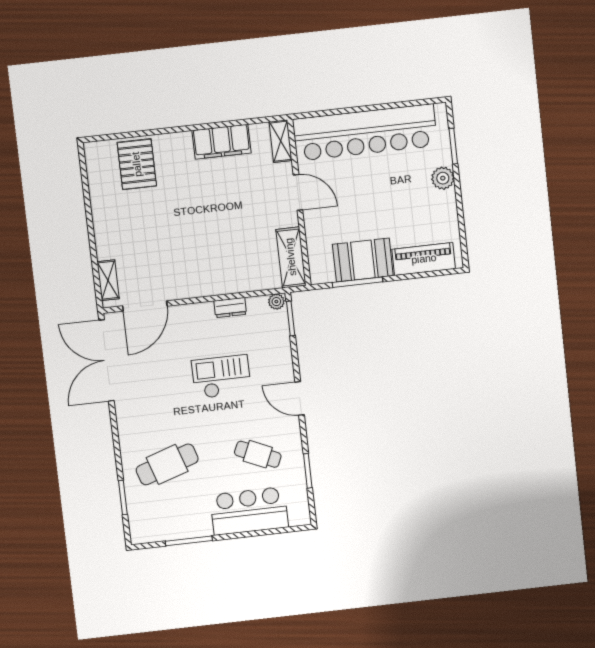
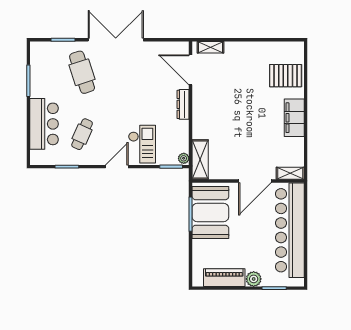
filing cabinet: (222, 142) -> (294, 118), moved
door: (298, 192) -> (255, 181), width x1.36
shelving: (291, 257) -> (200, 159), moved, turned 90
piano: (424, 259) -> (224, 278), moved, turned -90
booth: (363, 260) -> (210, 212), width x1.36, depth x1.42
dresser: (230, 308) -> (183, 104), moved, width x1.44
double door: (106, 360) -> (116, 40), moved
checkout: (221, 377) -> (142, 144), moved

